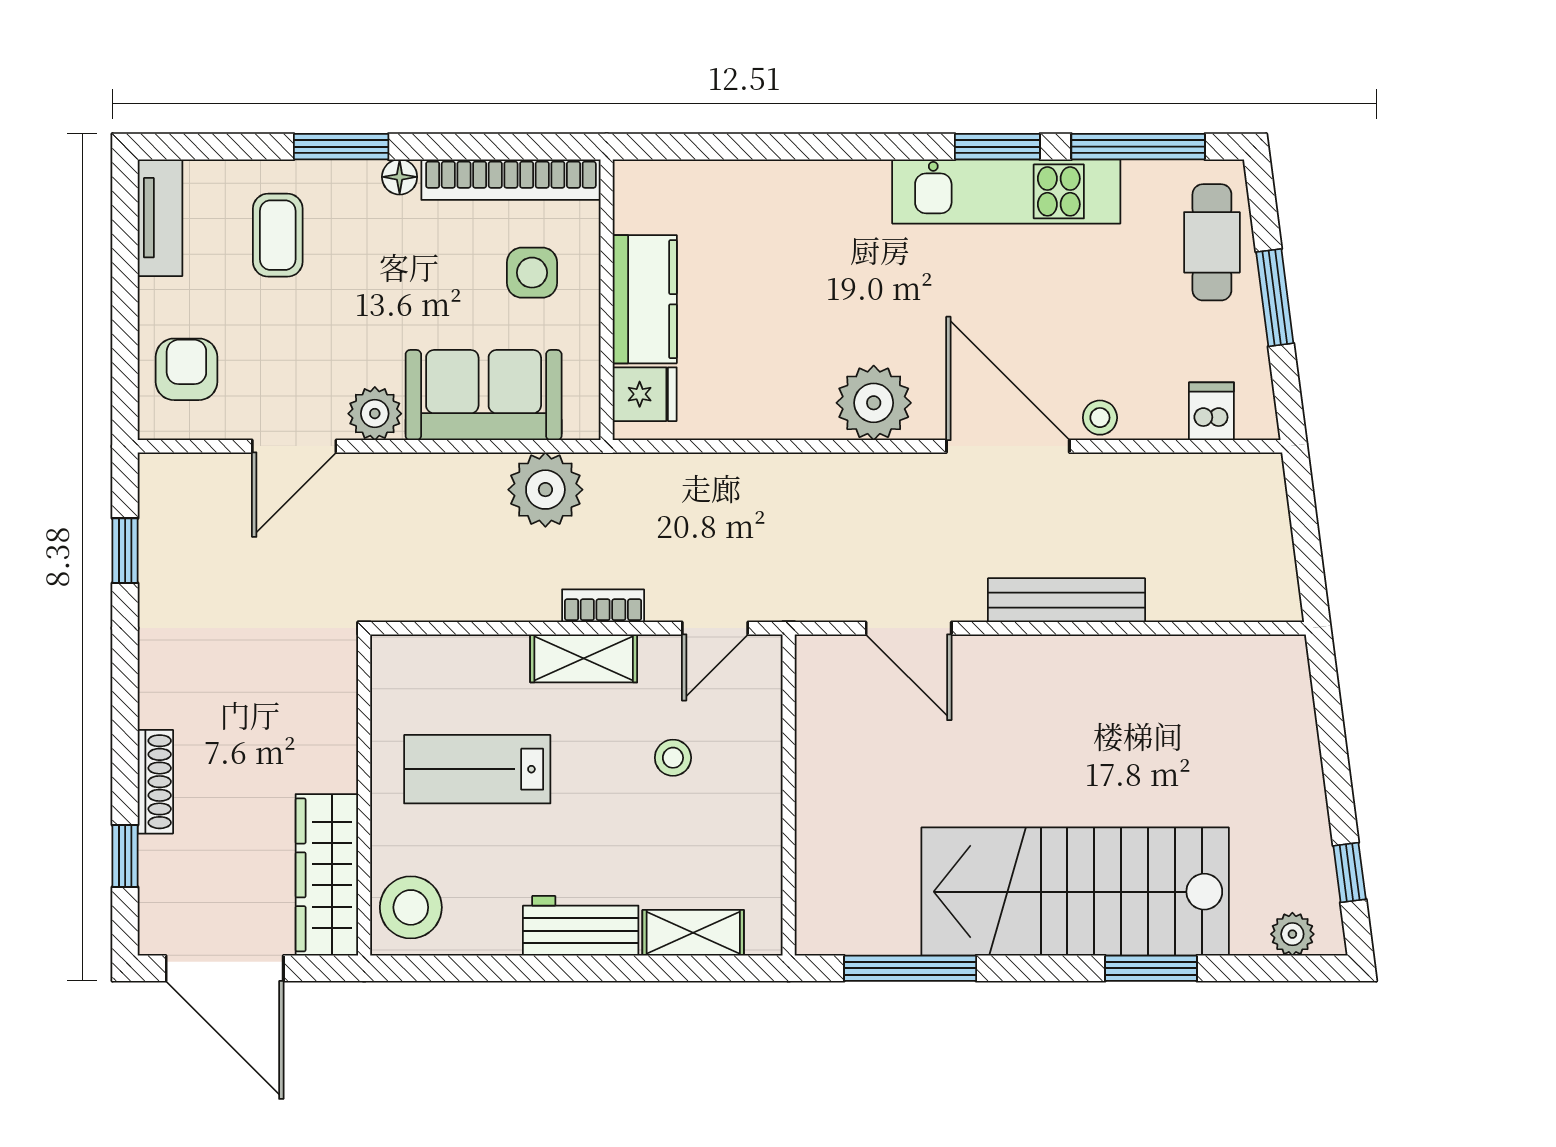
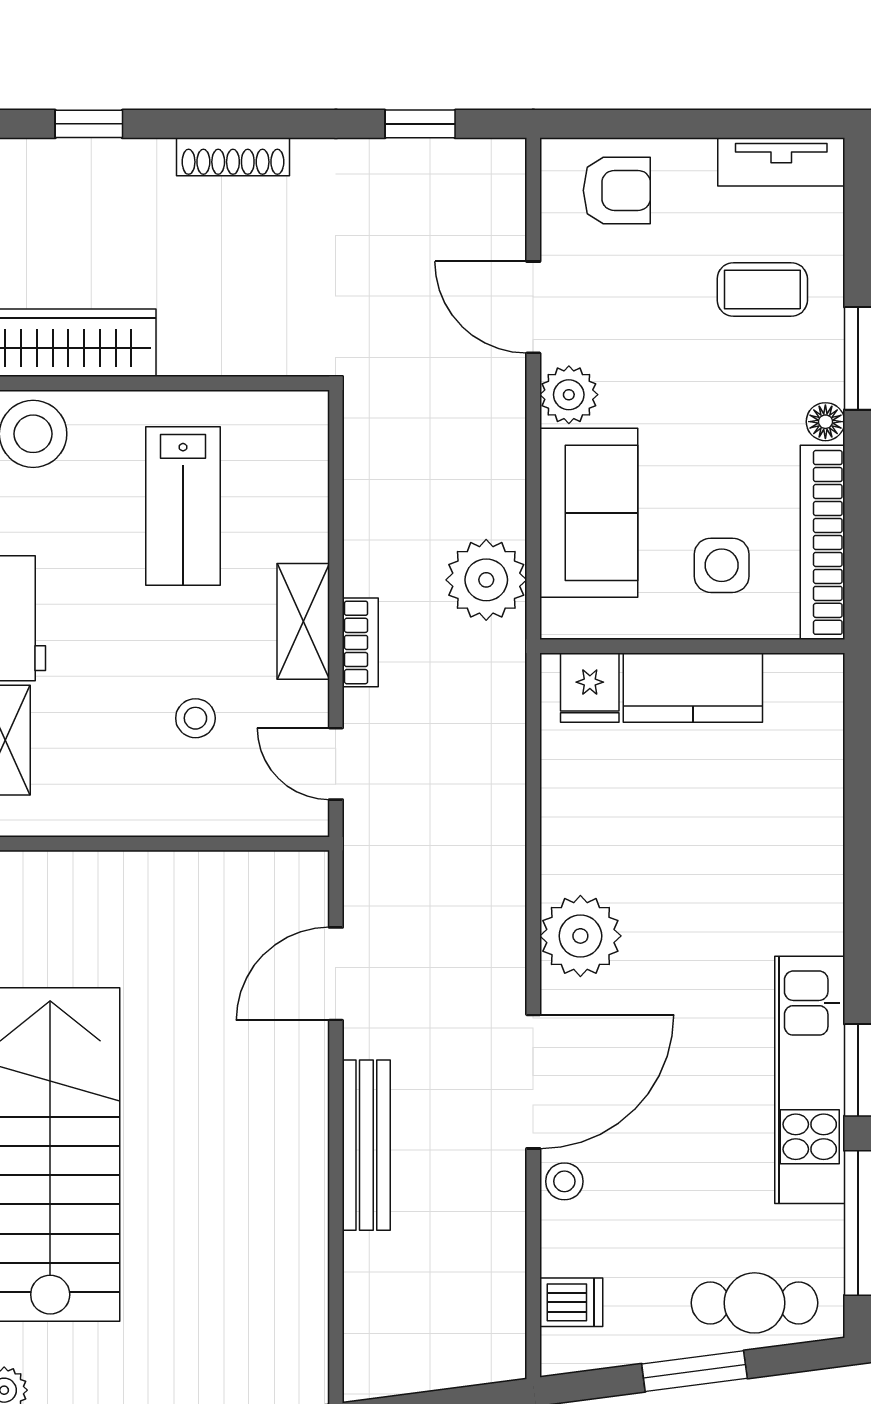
lab bench: (477, 769) -> (183, 506), turned 180
shoe rack: (155, 782) -> (233, 157), moved

